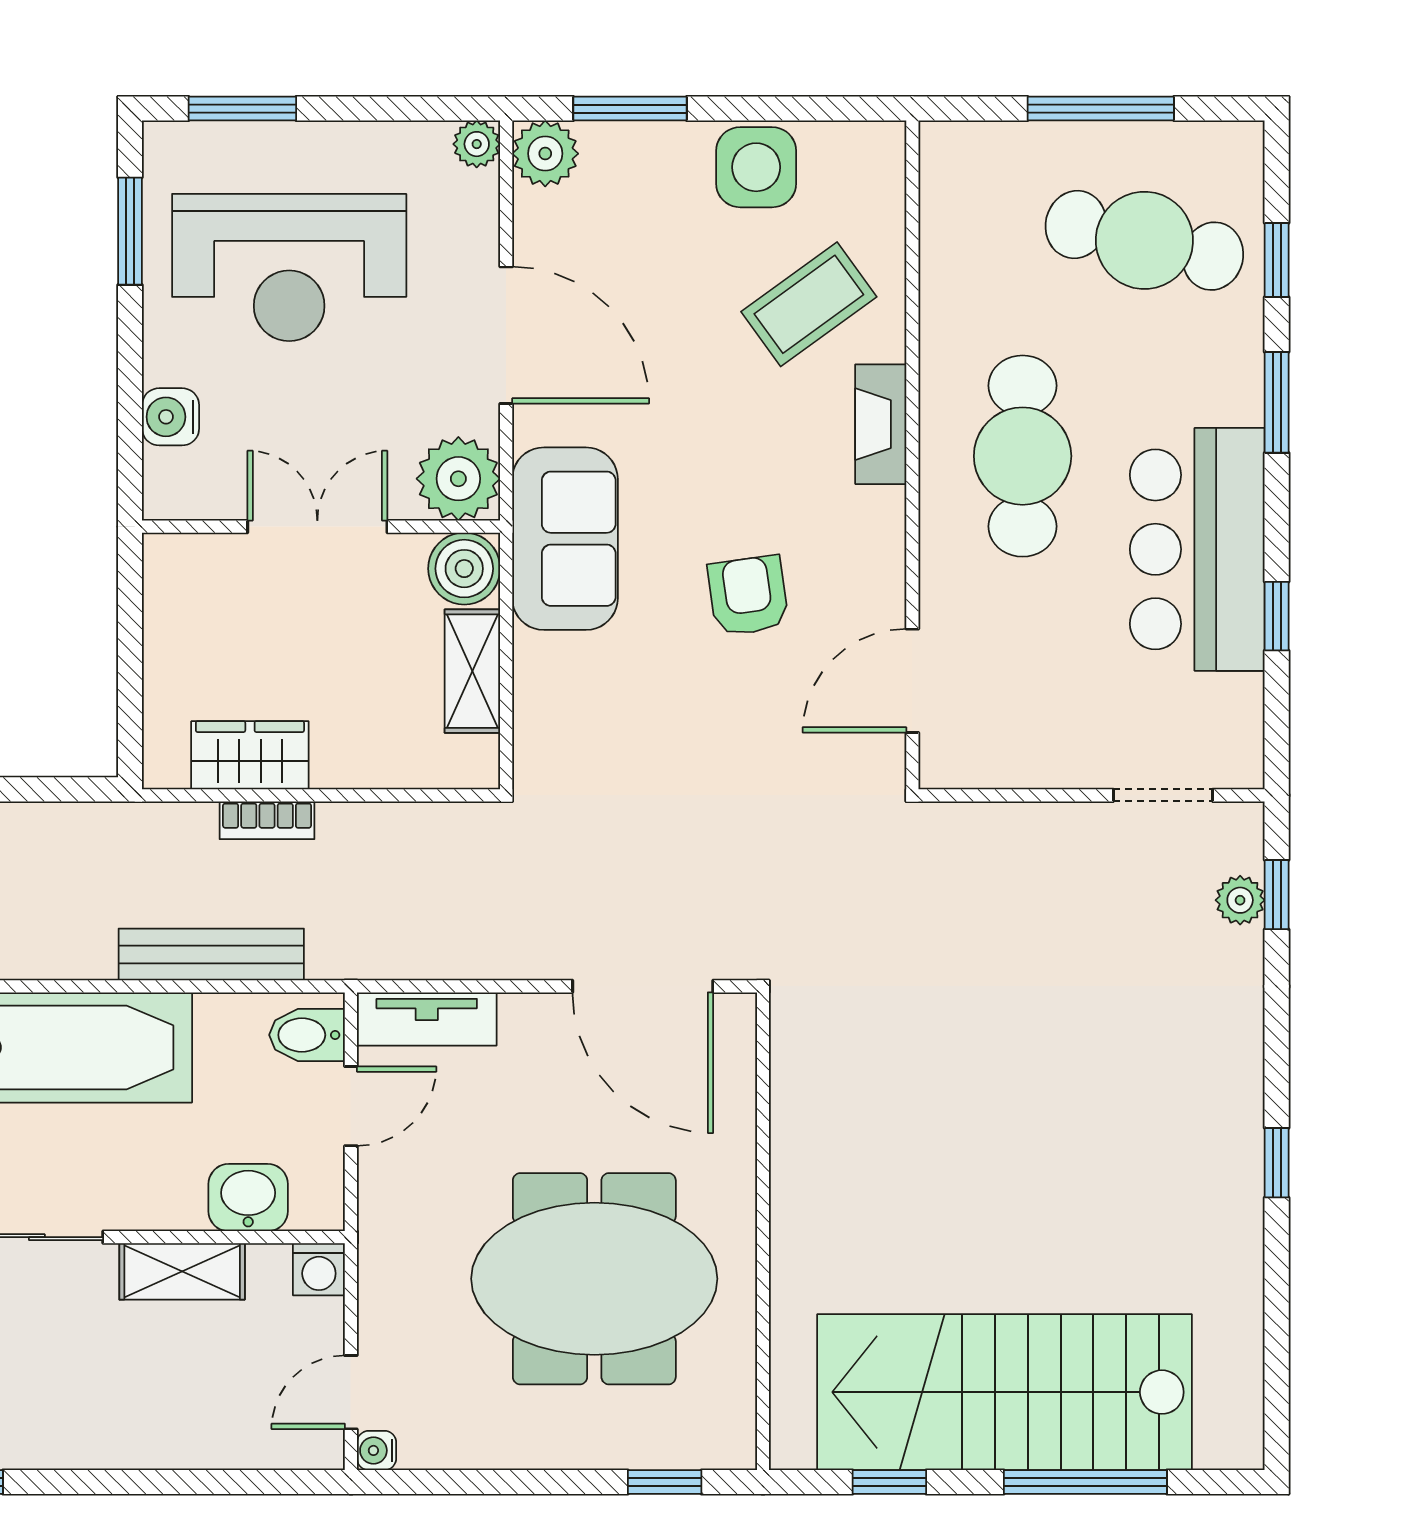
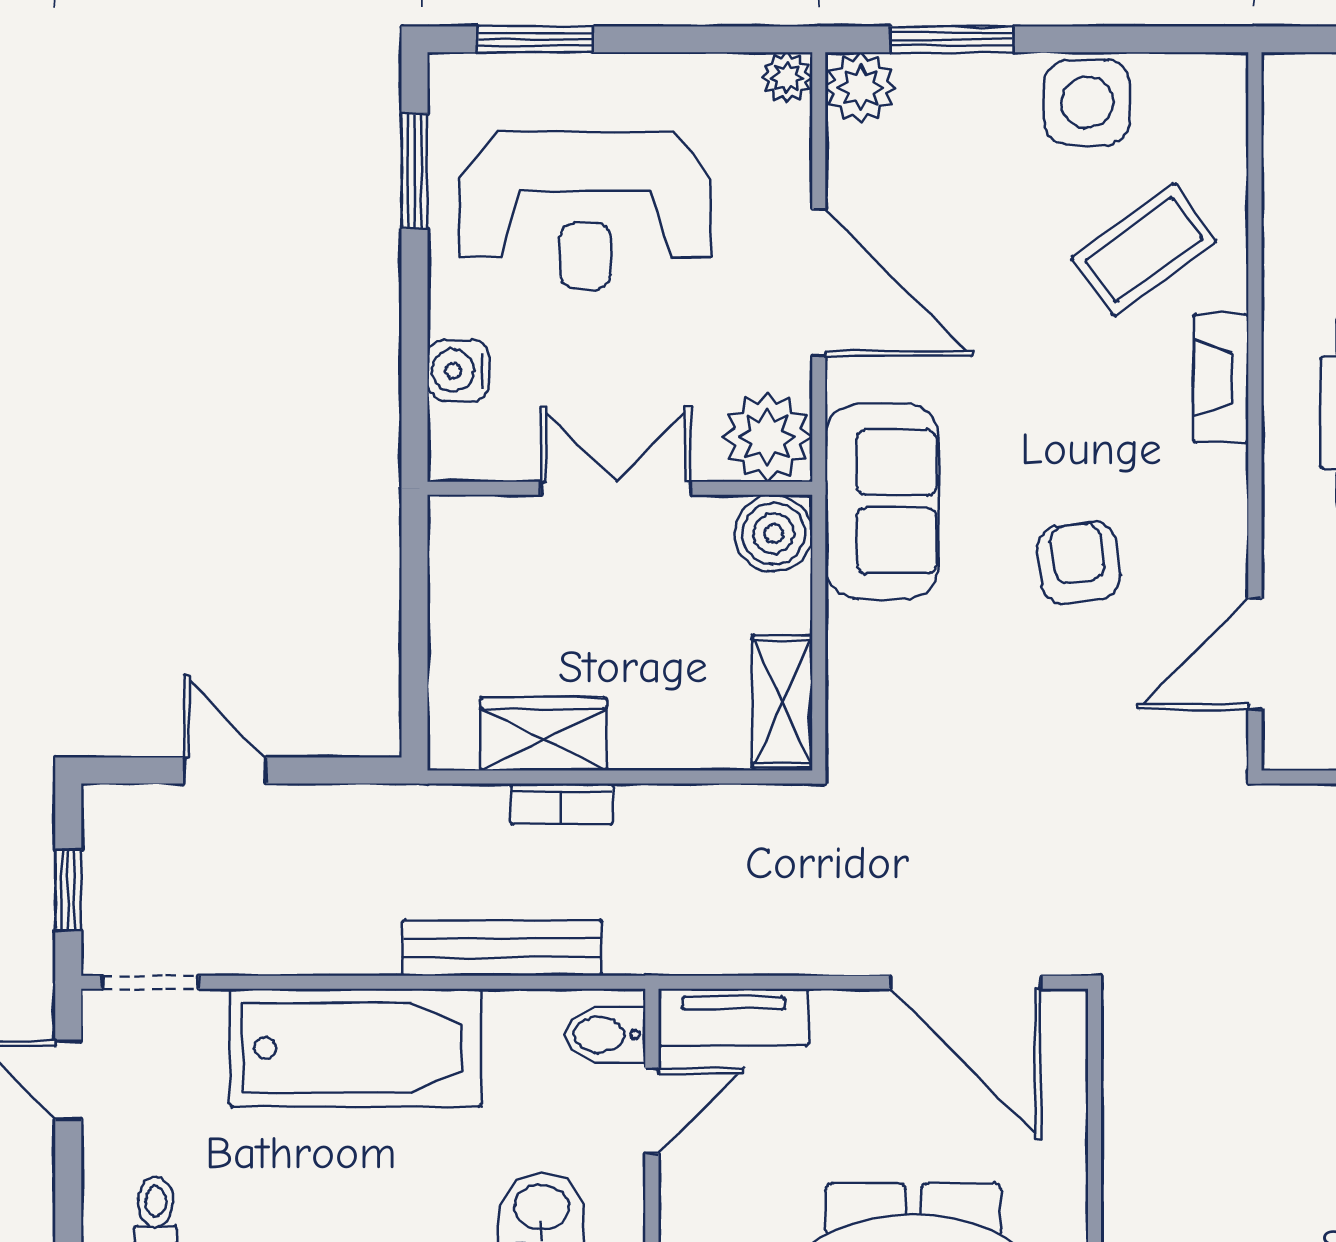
shelving: (472, 671) -> (782, 702), moved

